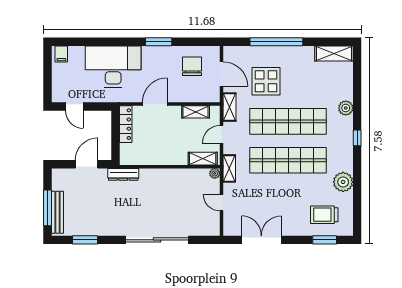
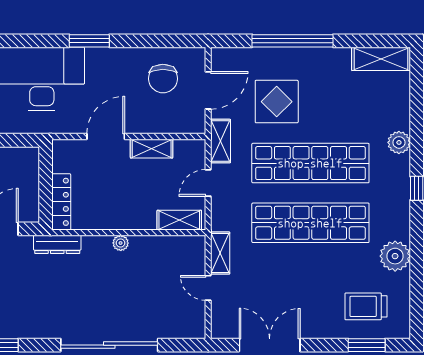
window: (159, 42) -> (89, 41), moved
chair: (192, 66) -> (163, 79), turned 180
door: (221, 74) -> (208, 90), hinge flipped
shelving: (196, 112) -> (152, 149), moved
locker: (126, 124) -> (61, 202), moved
shelving: (229, 168) -> (220, 253), moved
plant: (215, 173) -> (121, 243), moved

